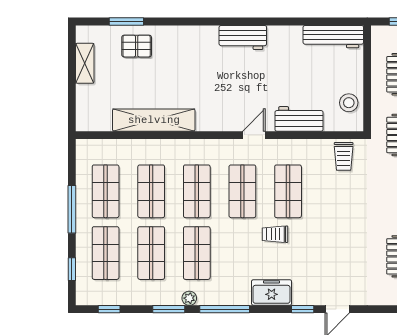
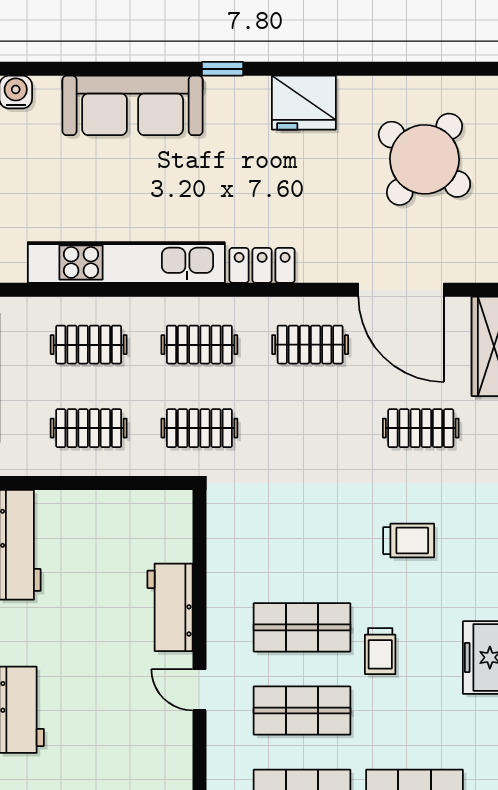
stool: (349, 103) -> (140, 517), removed
trolley: (344, 156) -> (409, 541), moved

